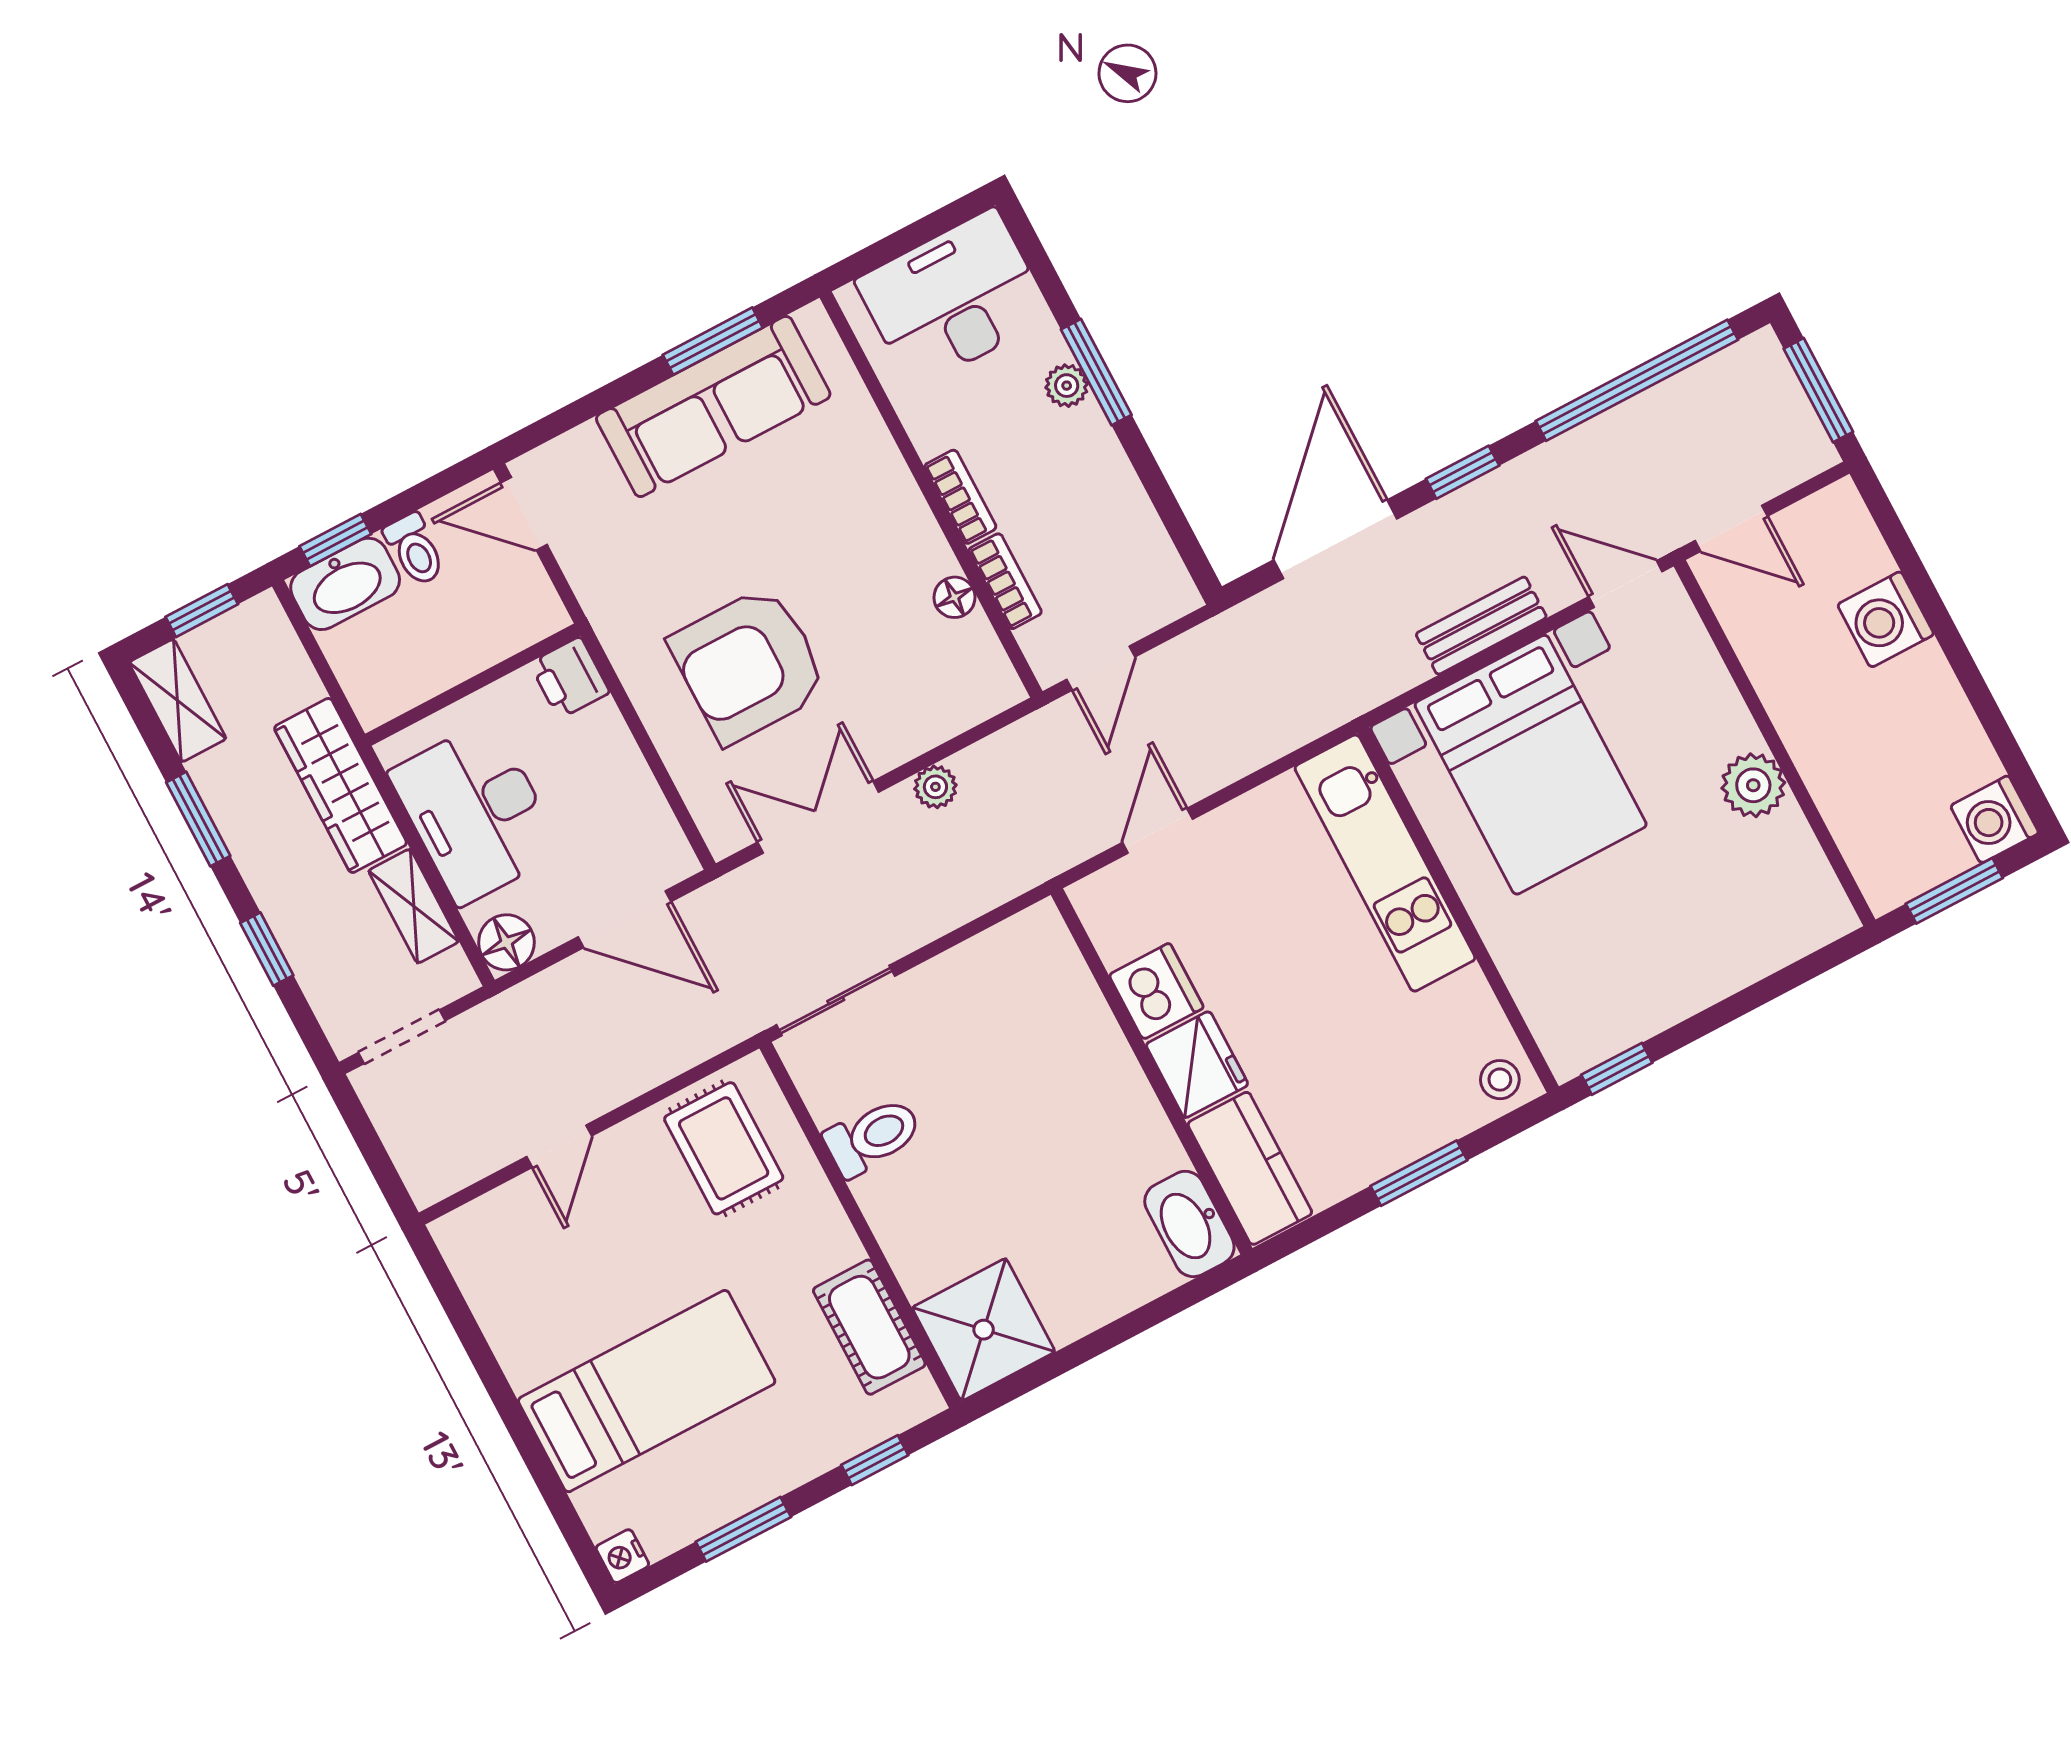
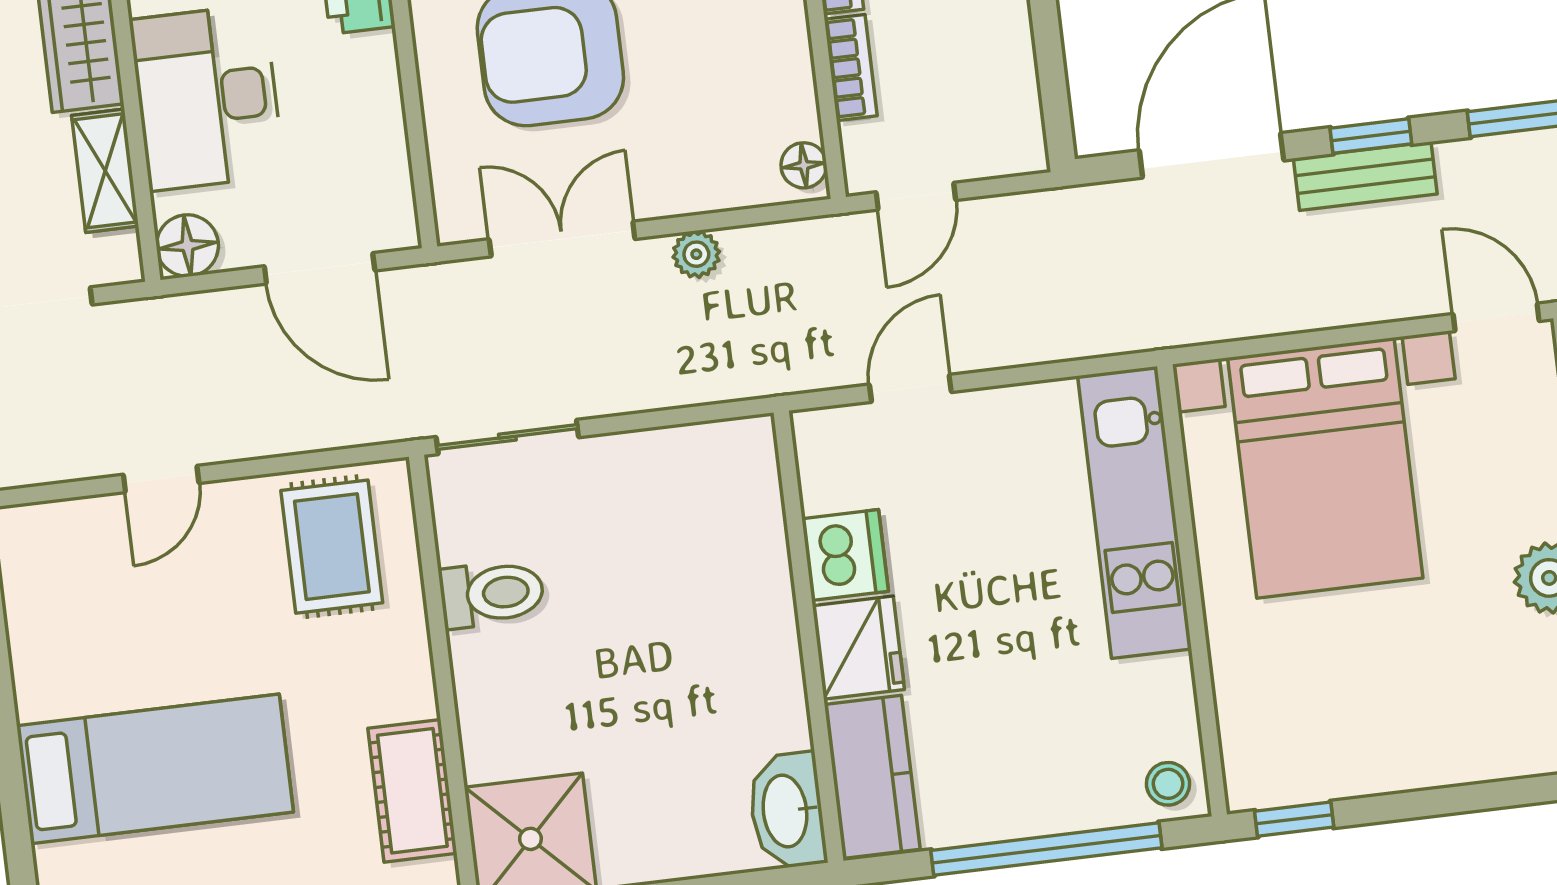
floor lamp: (954, 597) -> (804, 165), moved
bench: (1481, 626) -> (1365, 176), moved
window: (1419, 1173) -> (1046, 849), width x2.11

